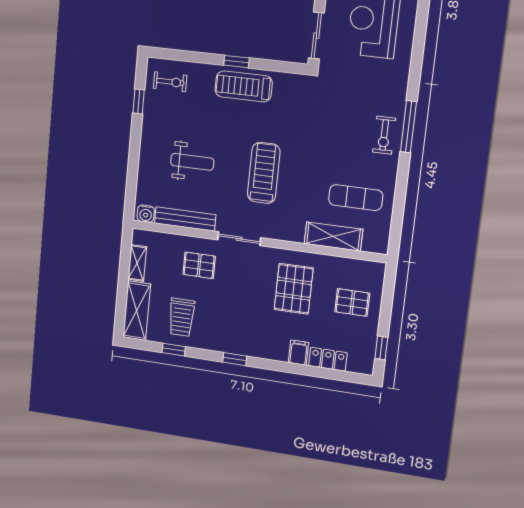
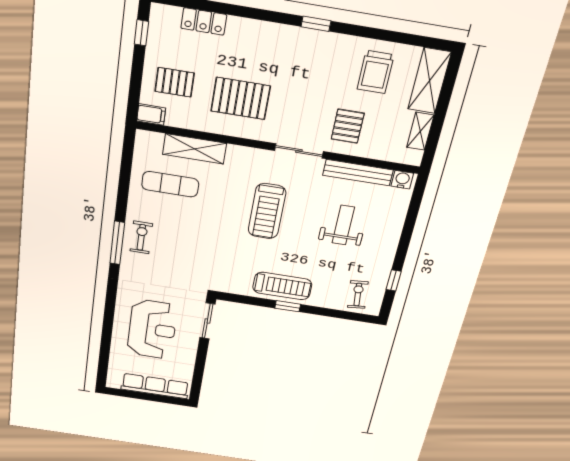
exercise bike: (170, 82) -> (358, 295), turned 84
weight bench: (192, 162) -> (343, 225), turned 90
pallet: (199, 265) -> (348, 126), turned 90
pallet: (294, 289) -> (241, 98), turned 90
trolley: (182, 317) -> (375, 72), turned 180
window: (174, 350) -> (390, 36), removed
filing cabinet: (299, 353) -> (151, 114), moved, turned -90

